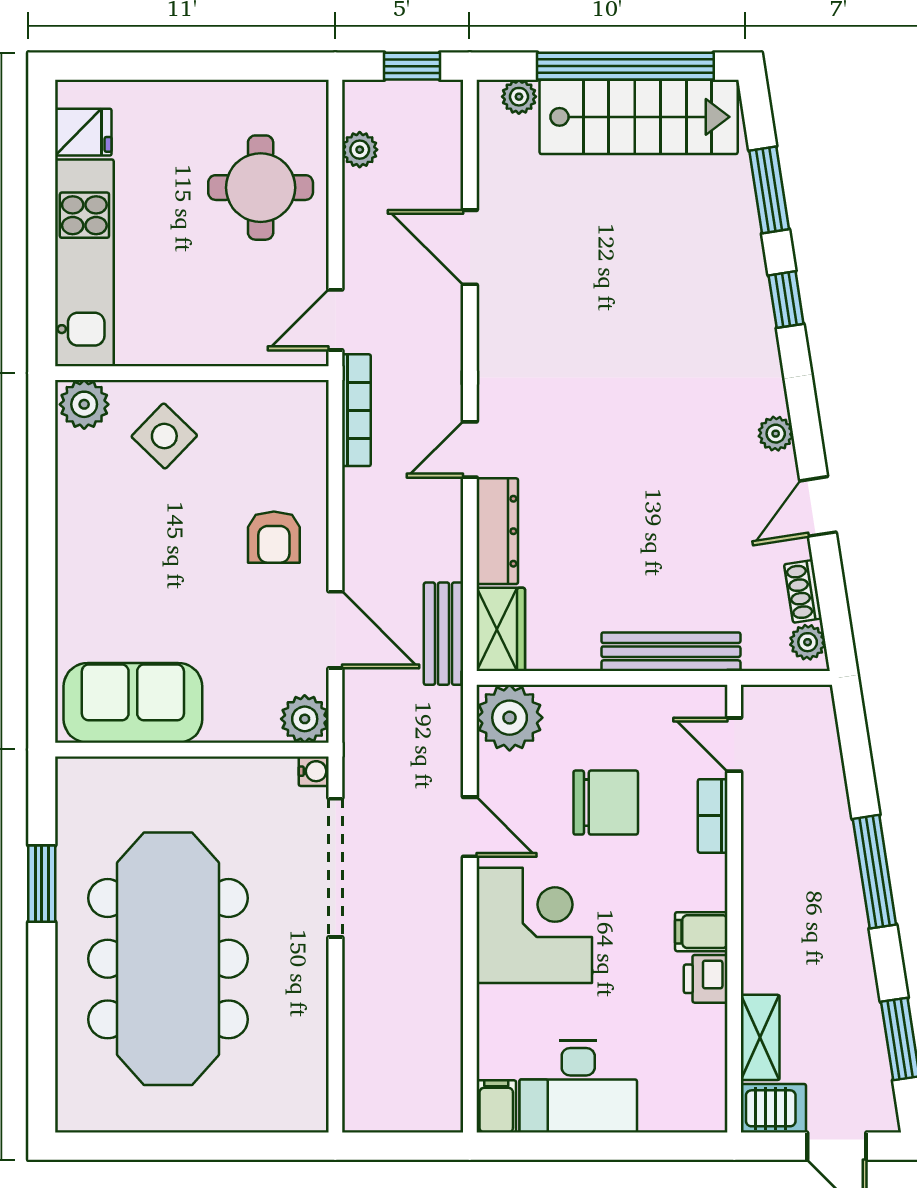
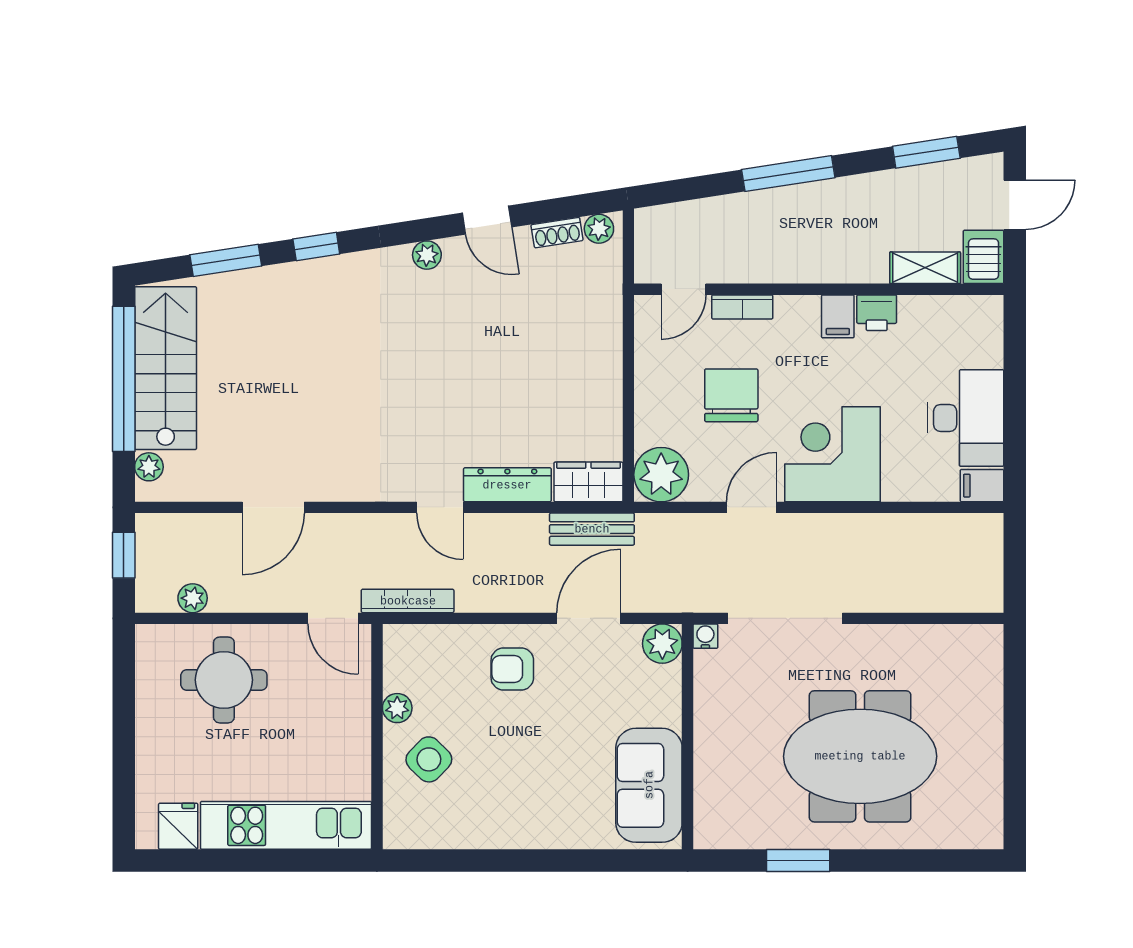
plant: (84, 404) -> (397, 708), moved, width x0.73, depth x0.73
armchair: (274, 537) -> (512, 669), turned 180
bench: (671, 652) -> (607, 341), removed
meeting table: (168, 959) -> (860, 756), width x0.73

